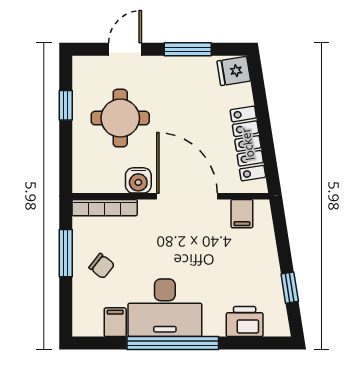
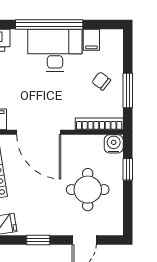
window: (188, 49) -> (38, 240), width x0.67
window: (66, 105) -> (128, 169), moved
water cooler: (138, 180) -> (114, 144), moved

